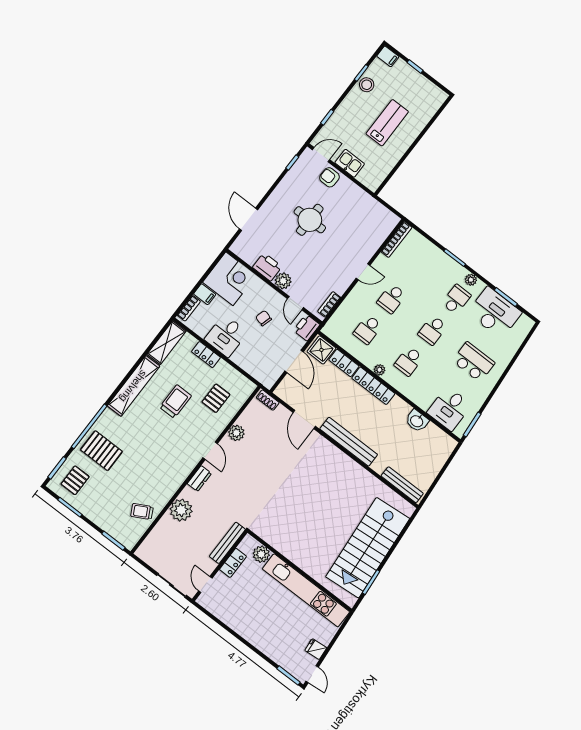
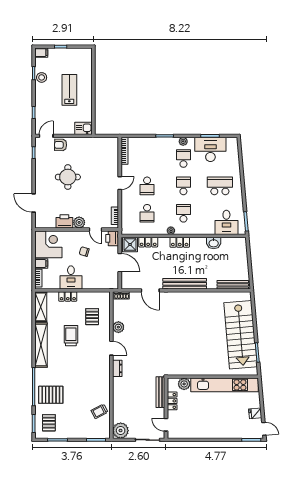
kitchen sink: (350, 163) -> (84, 128), moved
school desk: (433, 330) -> (183, 186), turned 180
school desk: (409, 361) -> (183, 213), turned 180
locker: (373, 386) -> (180, 242), width x0.66
plant: (181, 510) -> (121, 431), moved

